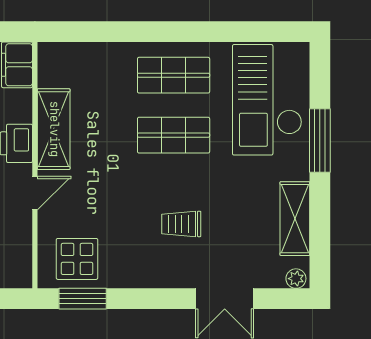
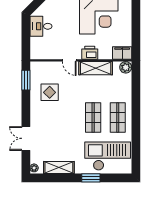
plant: (52, 56) -> (126, 67), added
window: (320, 141) -> (91, 178), width x0.69
trolley: (181, 224) -> (57, 121), removed
display table: (77, 259) -> (50, 92), moved

